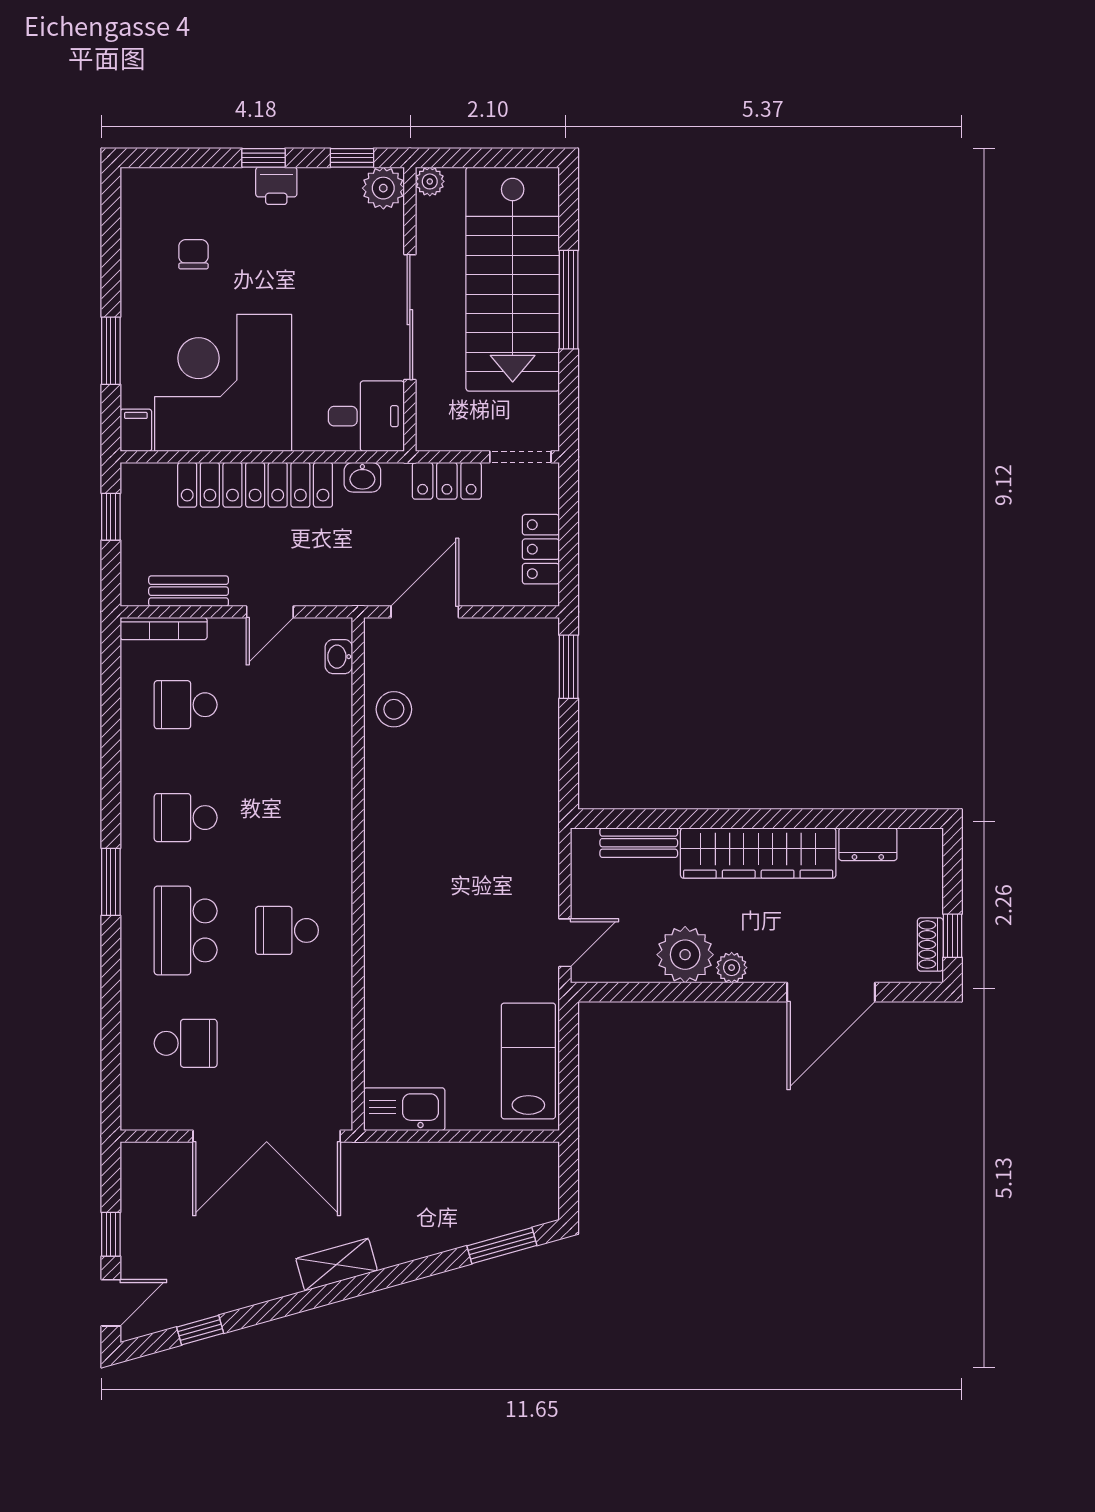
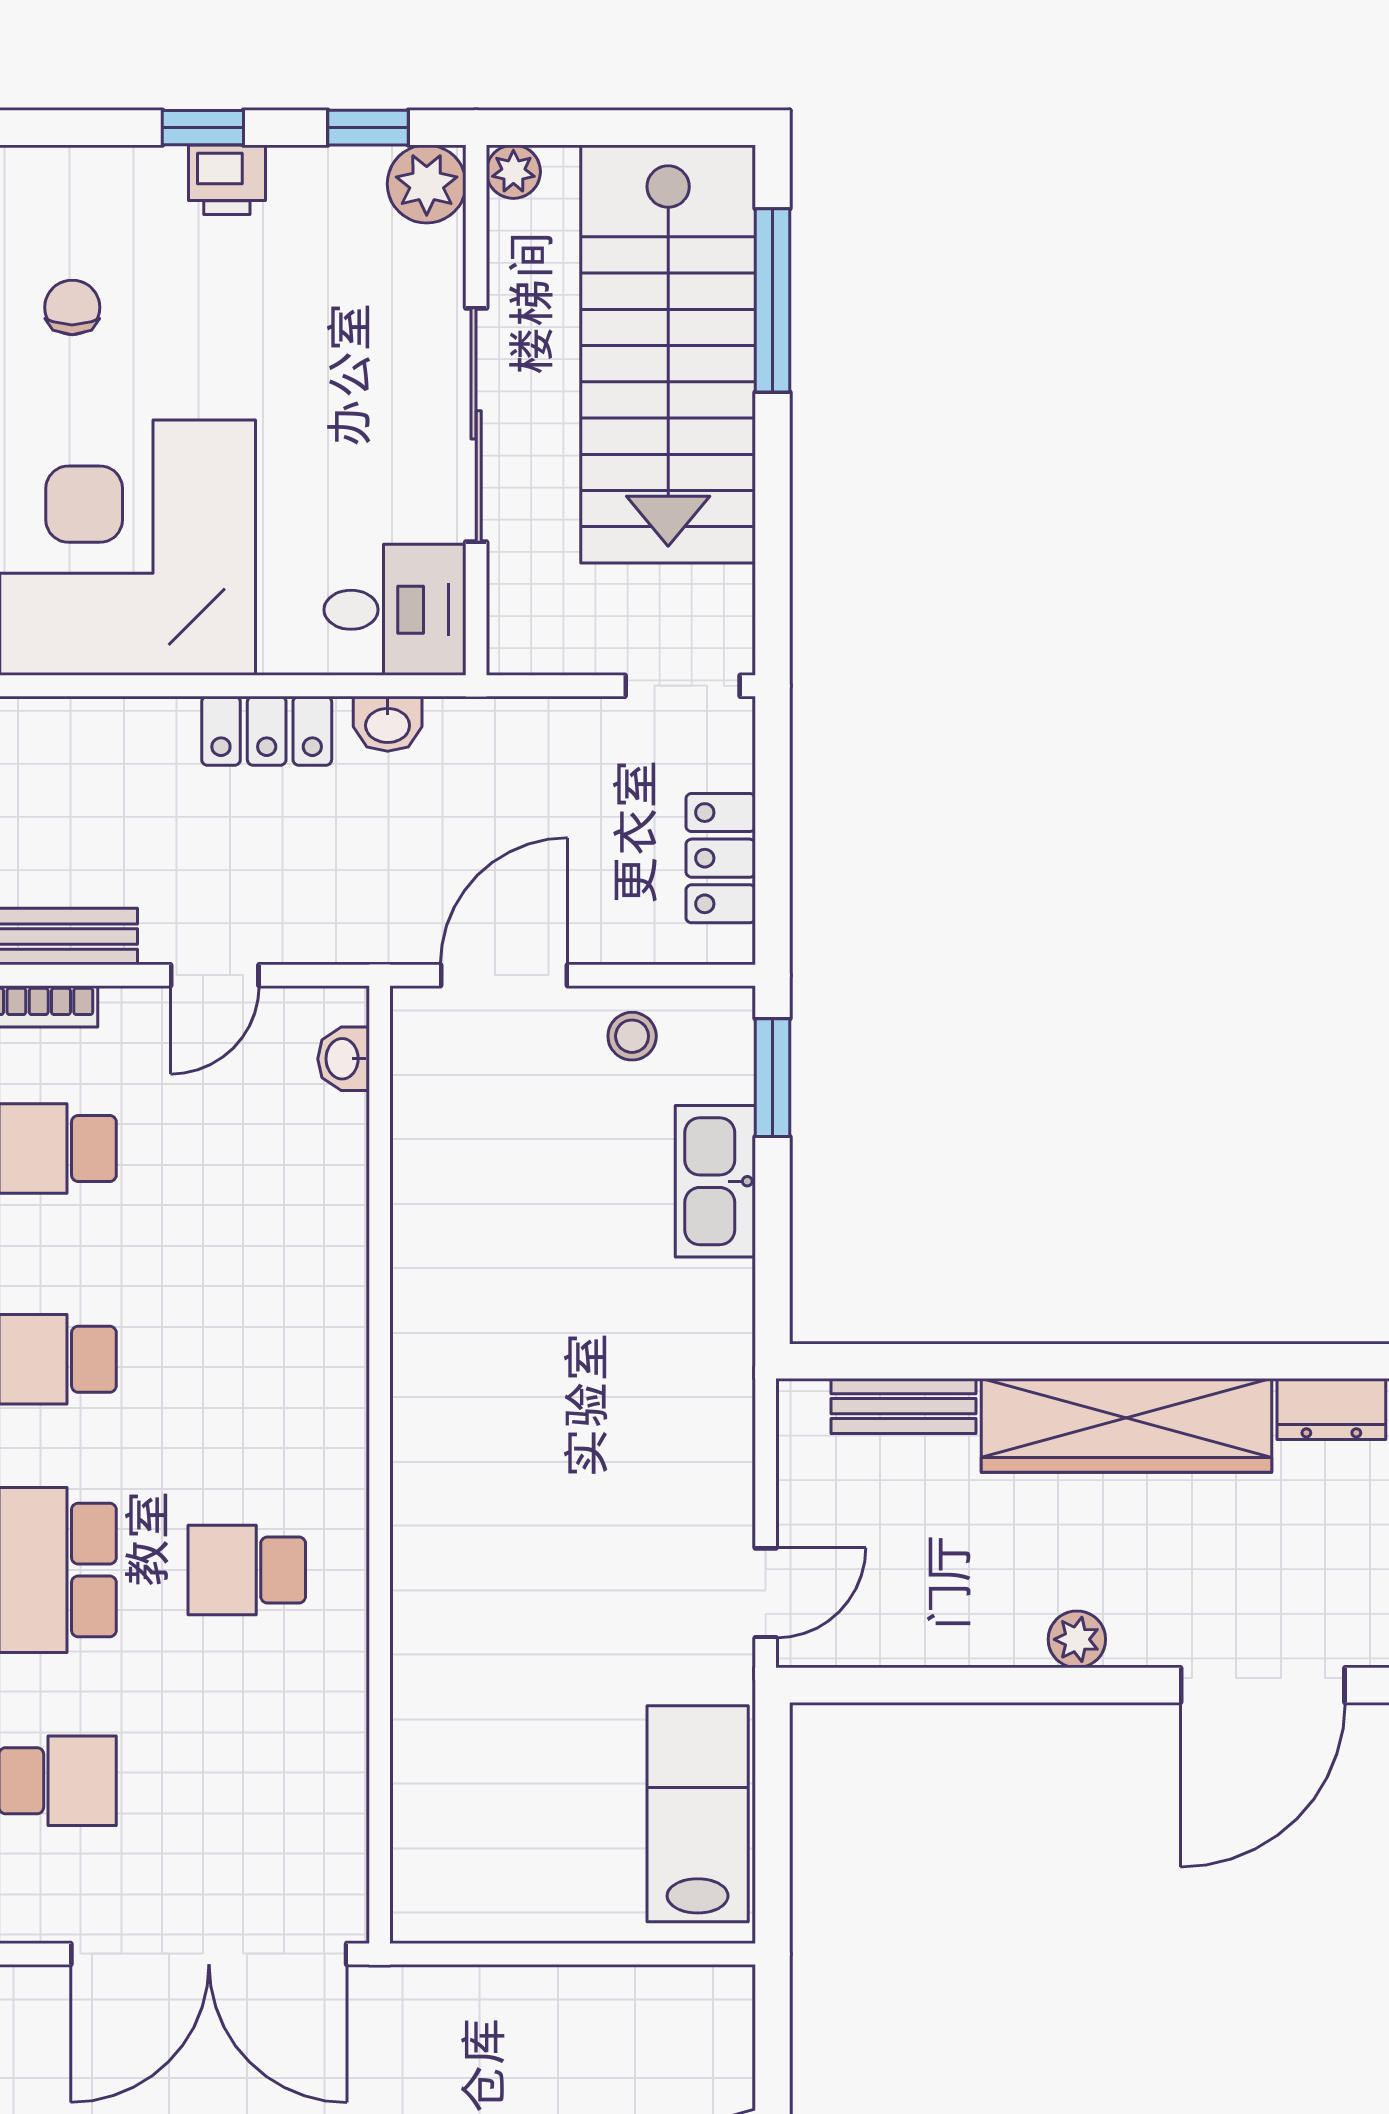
window: (569, 300) -> (773, 300), moved
locker: (447, 481) -> (545, 730), removed
locker: (255, 485) -> (267, 731), width x0.46, depth x0.83
stool: (394, 709) -> (632, 1036), moved, width x0.73, depth x0.73
plant: (685, 955) -> (990, 1615), removed
kitchen sink: (404, 1109) -> (715, 1181), moved, turned -90

